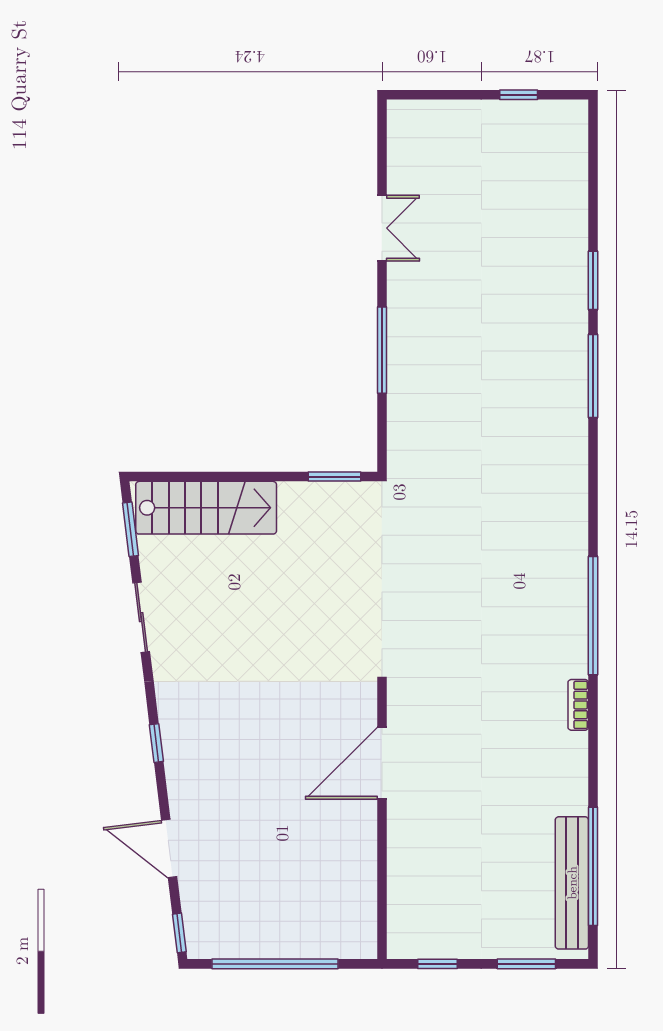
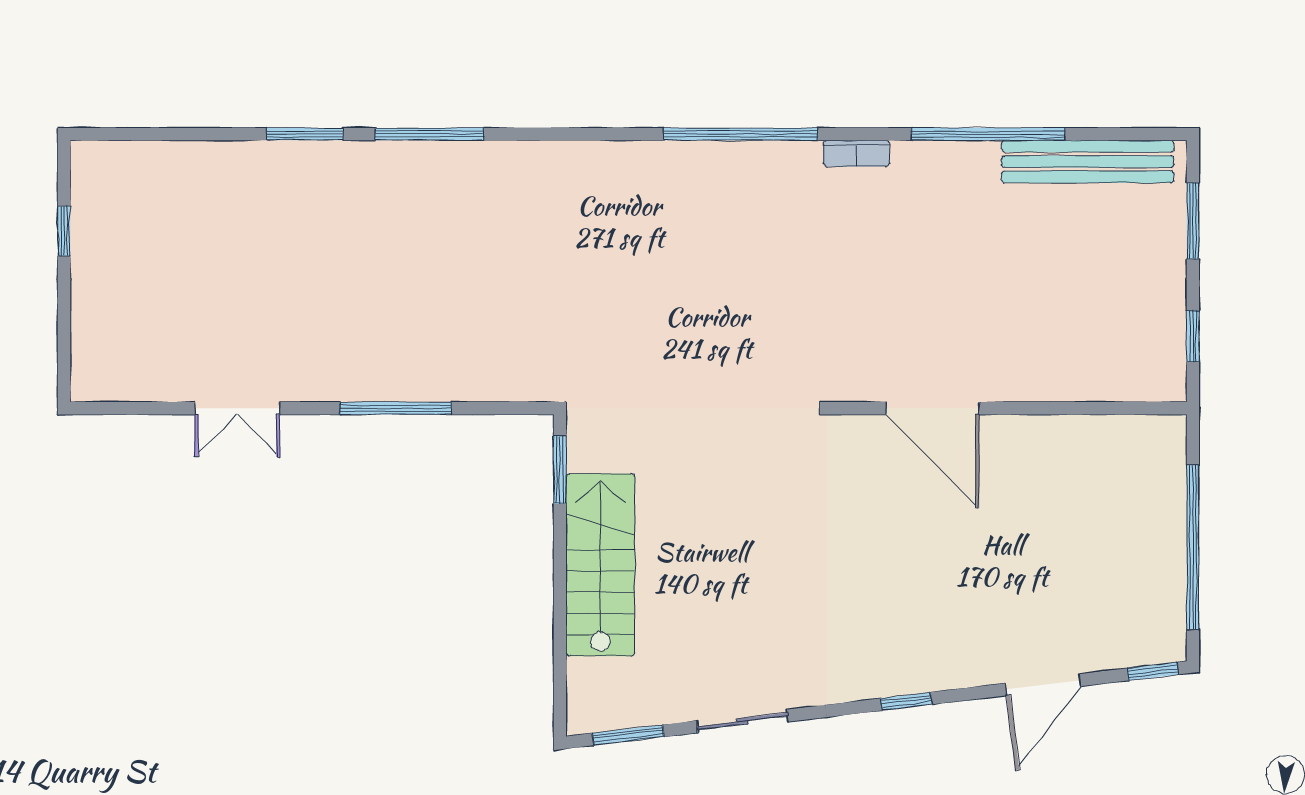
double door: (382, 228) -> (237, 408), swing flipped
stairs: (206, 508) -> (600, 565), moved
window: (593, 866) -> (988, 134), moved

